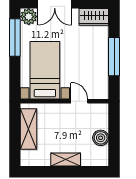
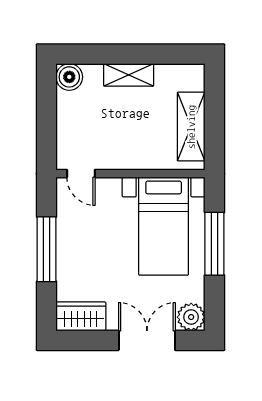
window: (15, 38) -> (214, 244), moved
door: (79, 101) -> (81, 174), moved
boiler: (101, 138) -> (69, 77), moved

